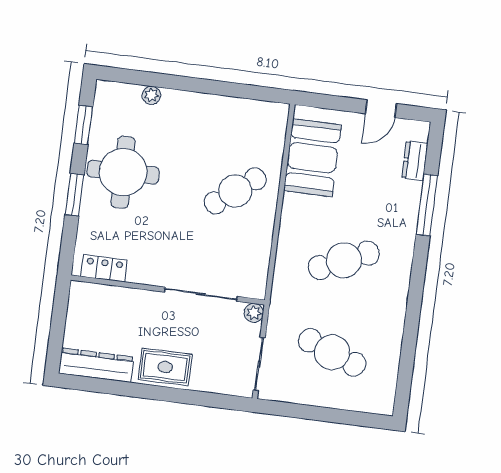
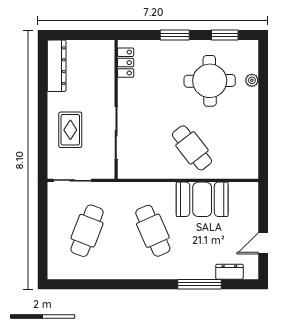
door: (381, 109) -> (263, 243), hinge flipped
booth: (312, 158) -> (202, 199), moved
round table: (123, 172) -> (210, 81), moved
plant: (254, 313) -> (108, 172), removed
rug: (165, 367) -> (70, 130), moved

